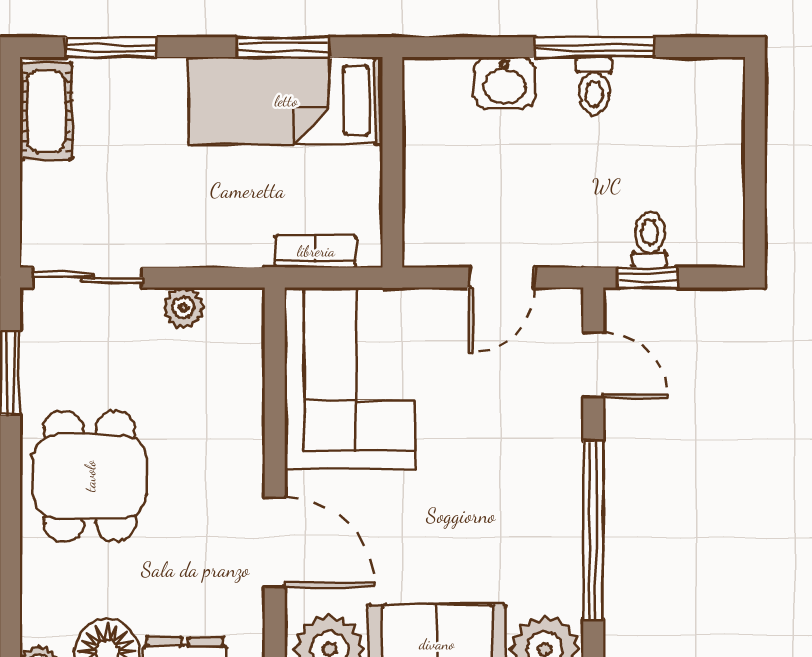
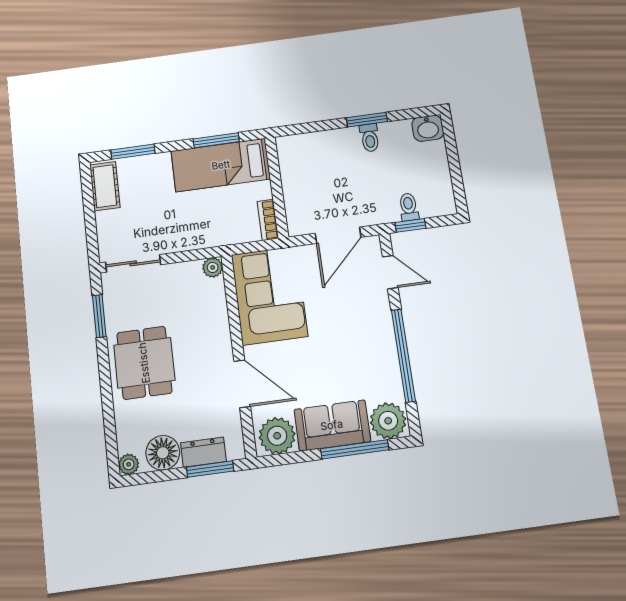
window: (595, 47) -> (367, 120), width x0.69
washbasin: (505, 83) -> (428, 128), moved
bookcase: (316, 251) -> (268, 220), moved, turned -90
door: (501, 277) -> (338, 235), width x1.38
plant: (183, 308) -> (213, 267), moved

